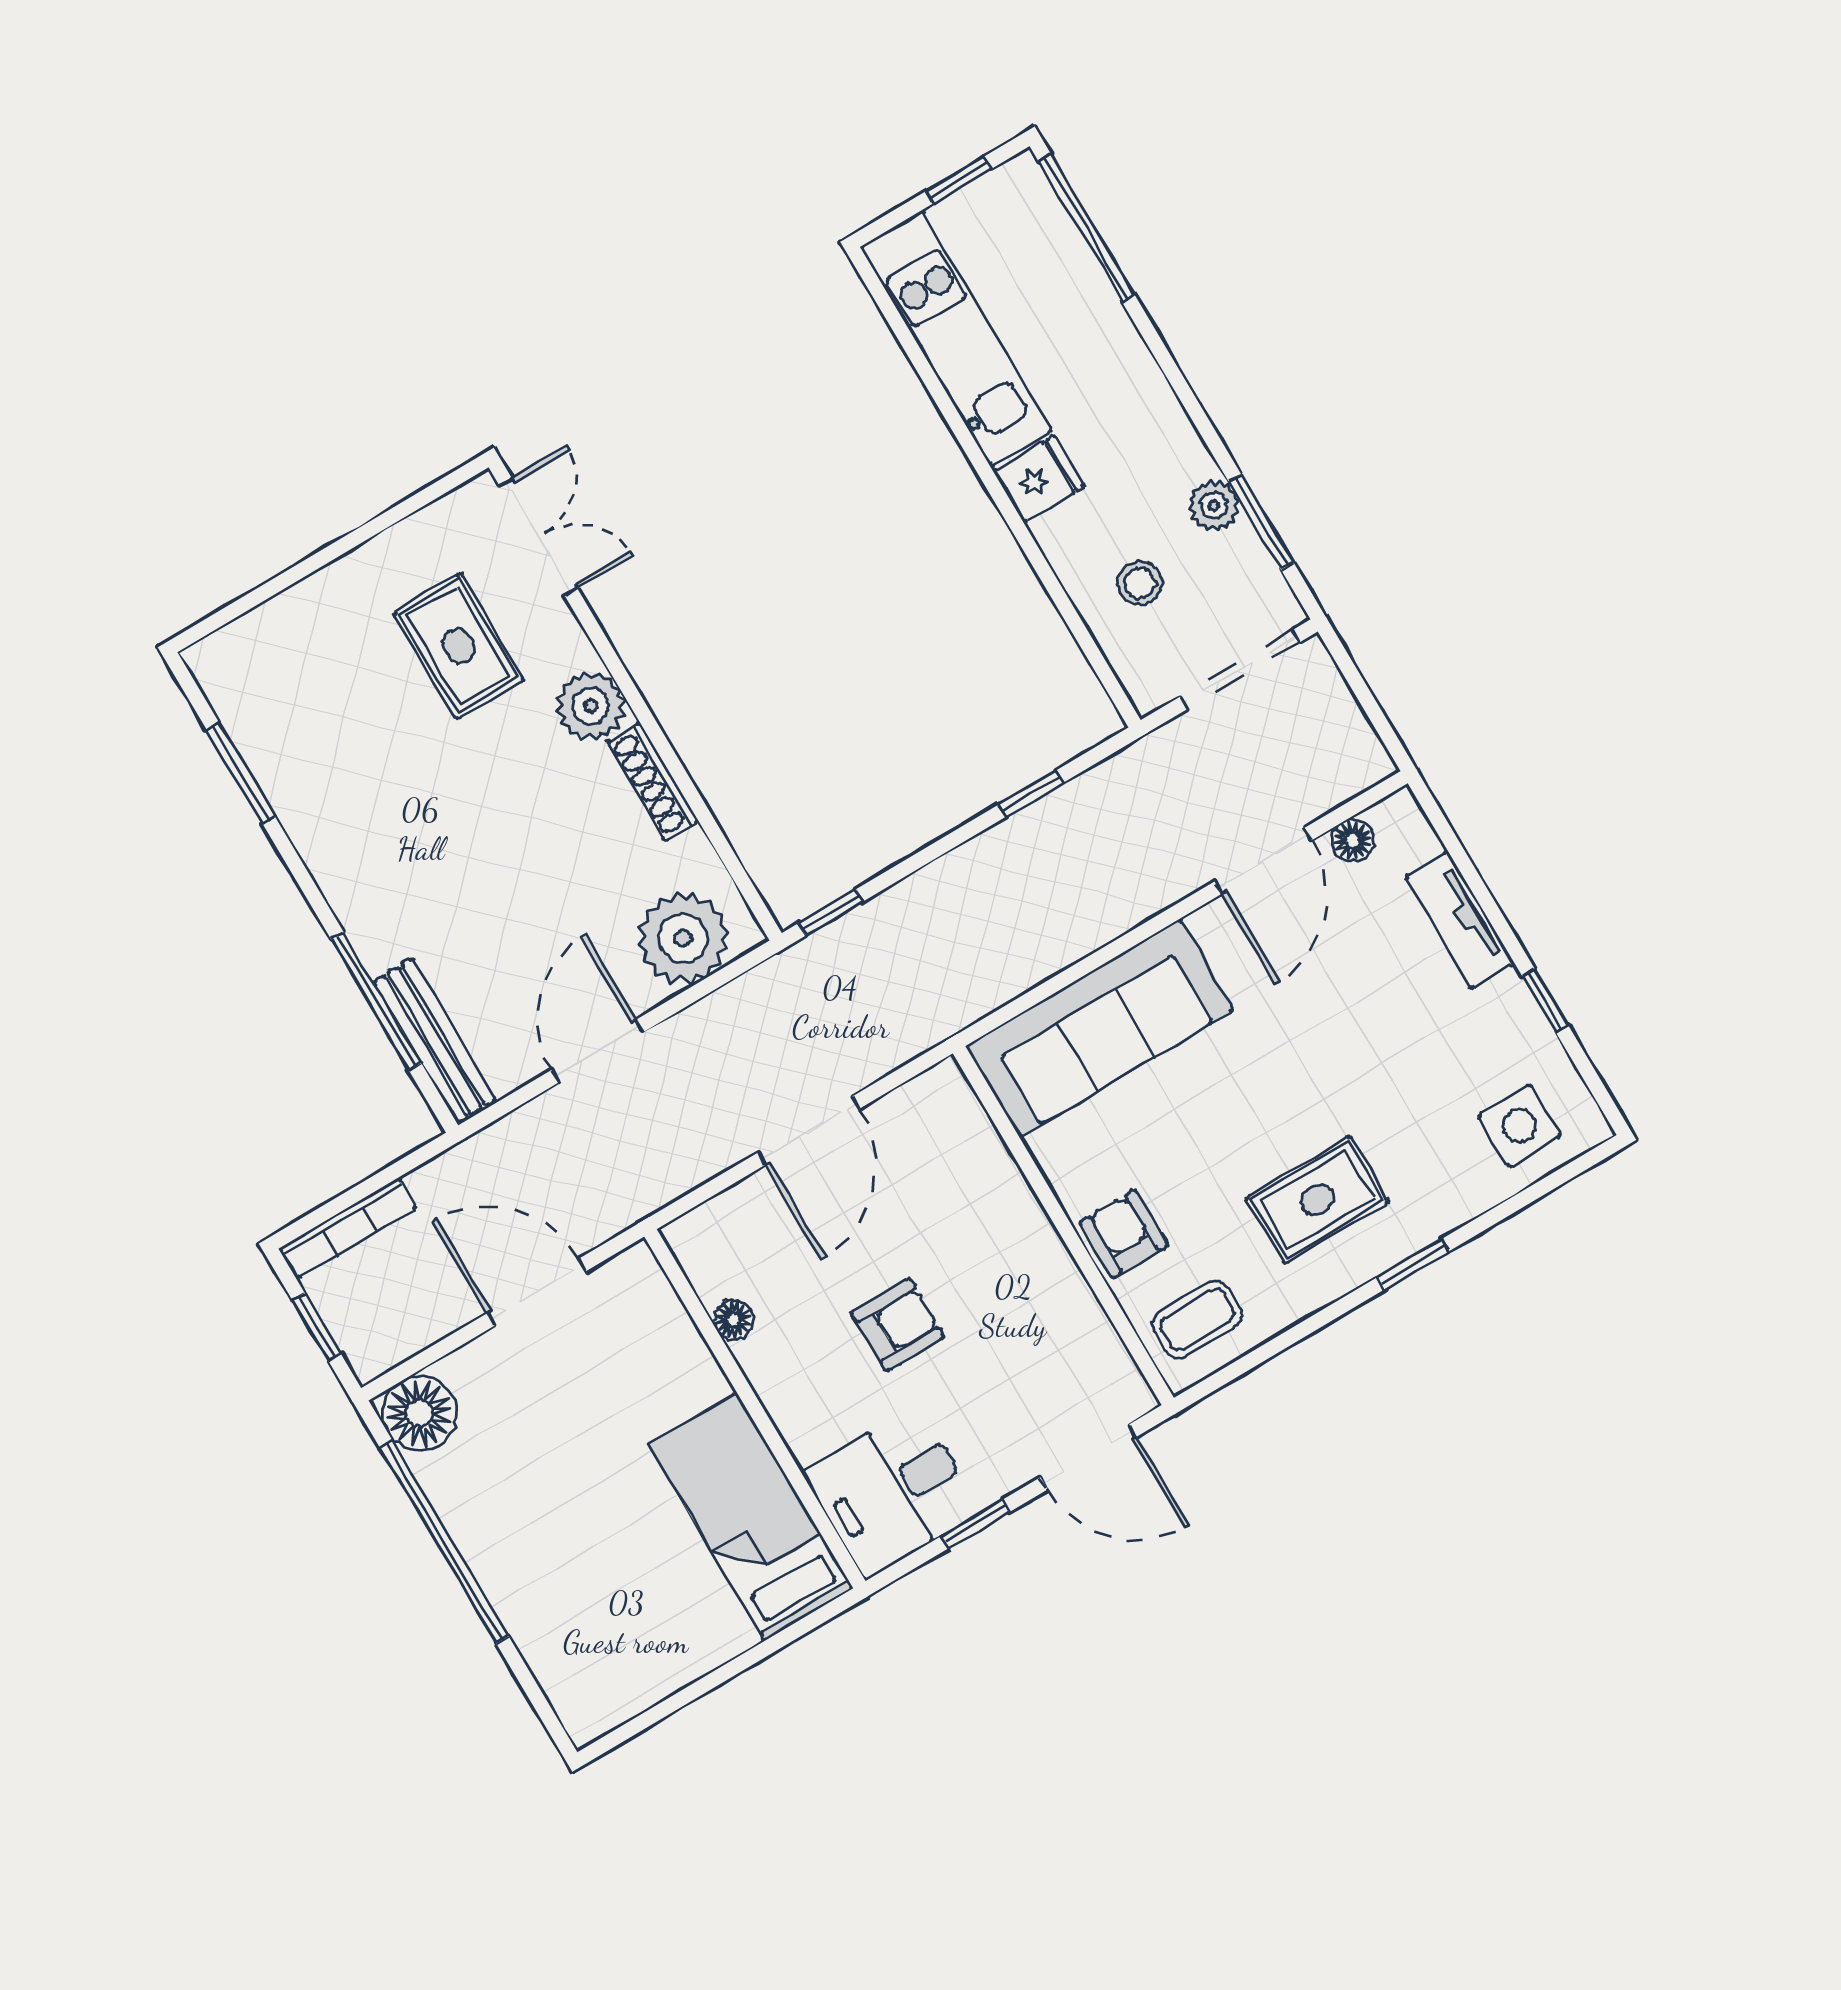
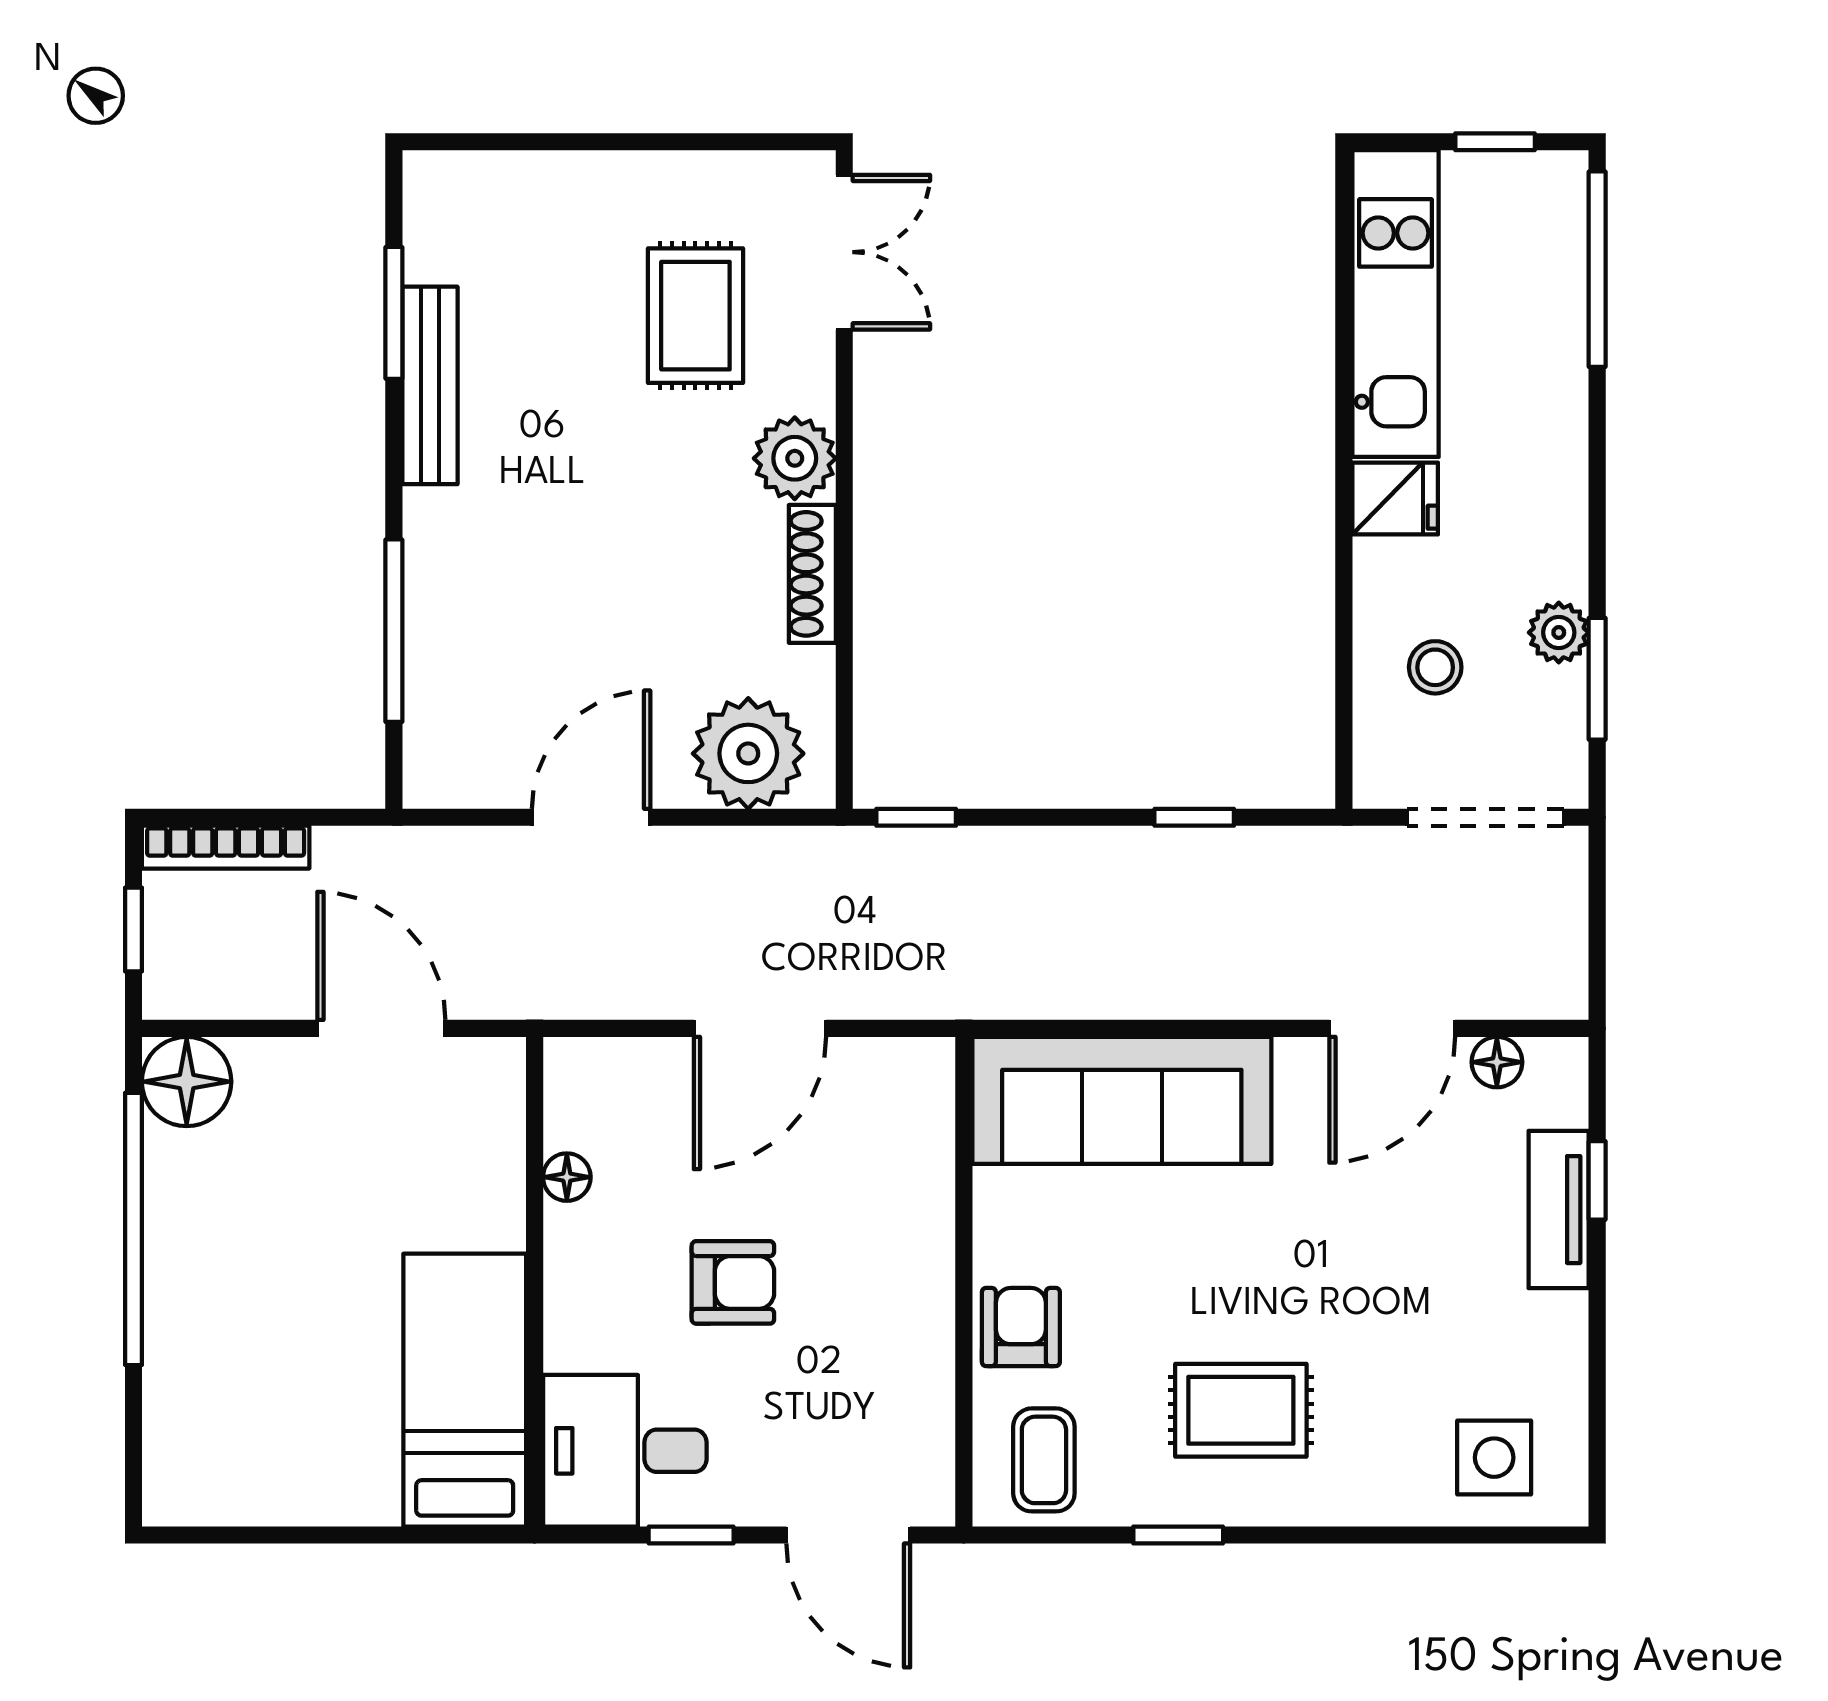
window: (1545, 1001) -> (1597, 1180), moved
bench: (435, 1041) -> (430, 385), moved
window: (1413, 1264) -> (1178, 1535), moved
coffee table: (1197, 1320) -> (1044, 1460), turned 90

